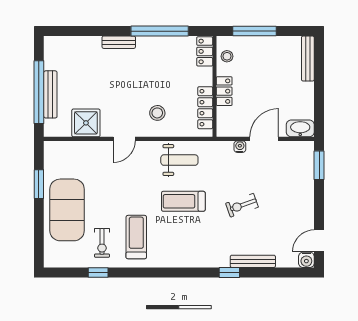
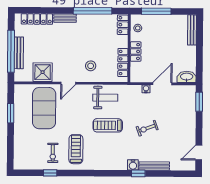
locker: (77, 44) -> (37, 19), added
exercise mat: (67, 210) -> (44, 108), moved
water cooler: (306, 260) -> (133, 165), moved

